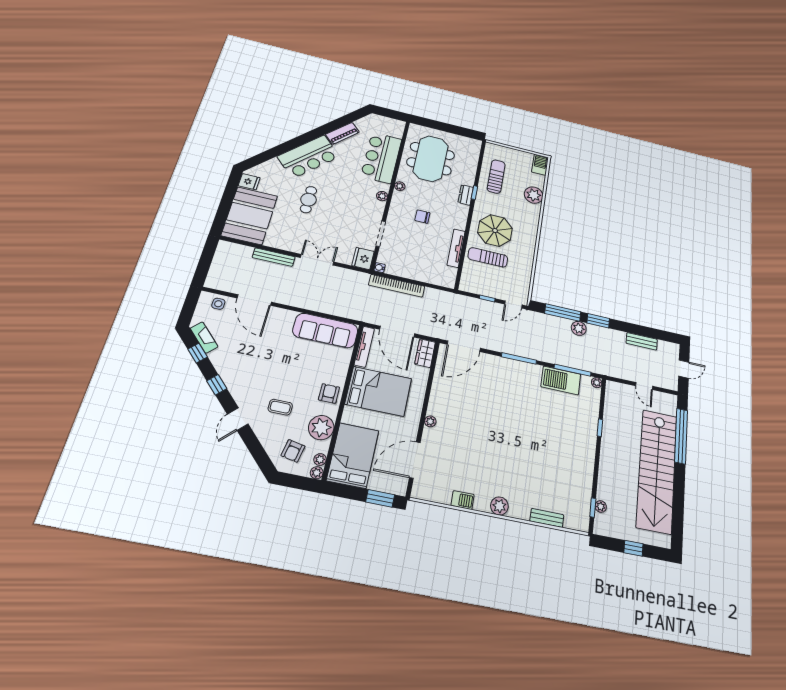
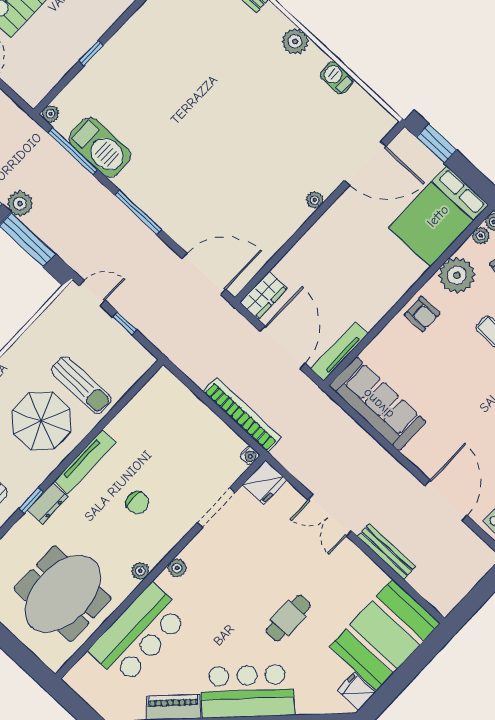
tv unit: (456, 248) -> (85, 462), moved
bed: (378, 391) -> (357, 280), removed
armchair: (329, 394) -> (422, 314), turned -90

